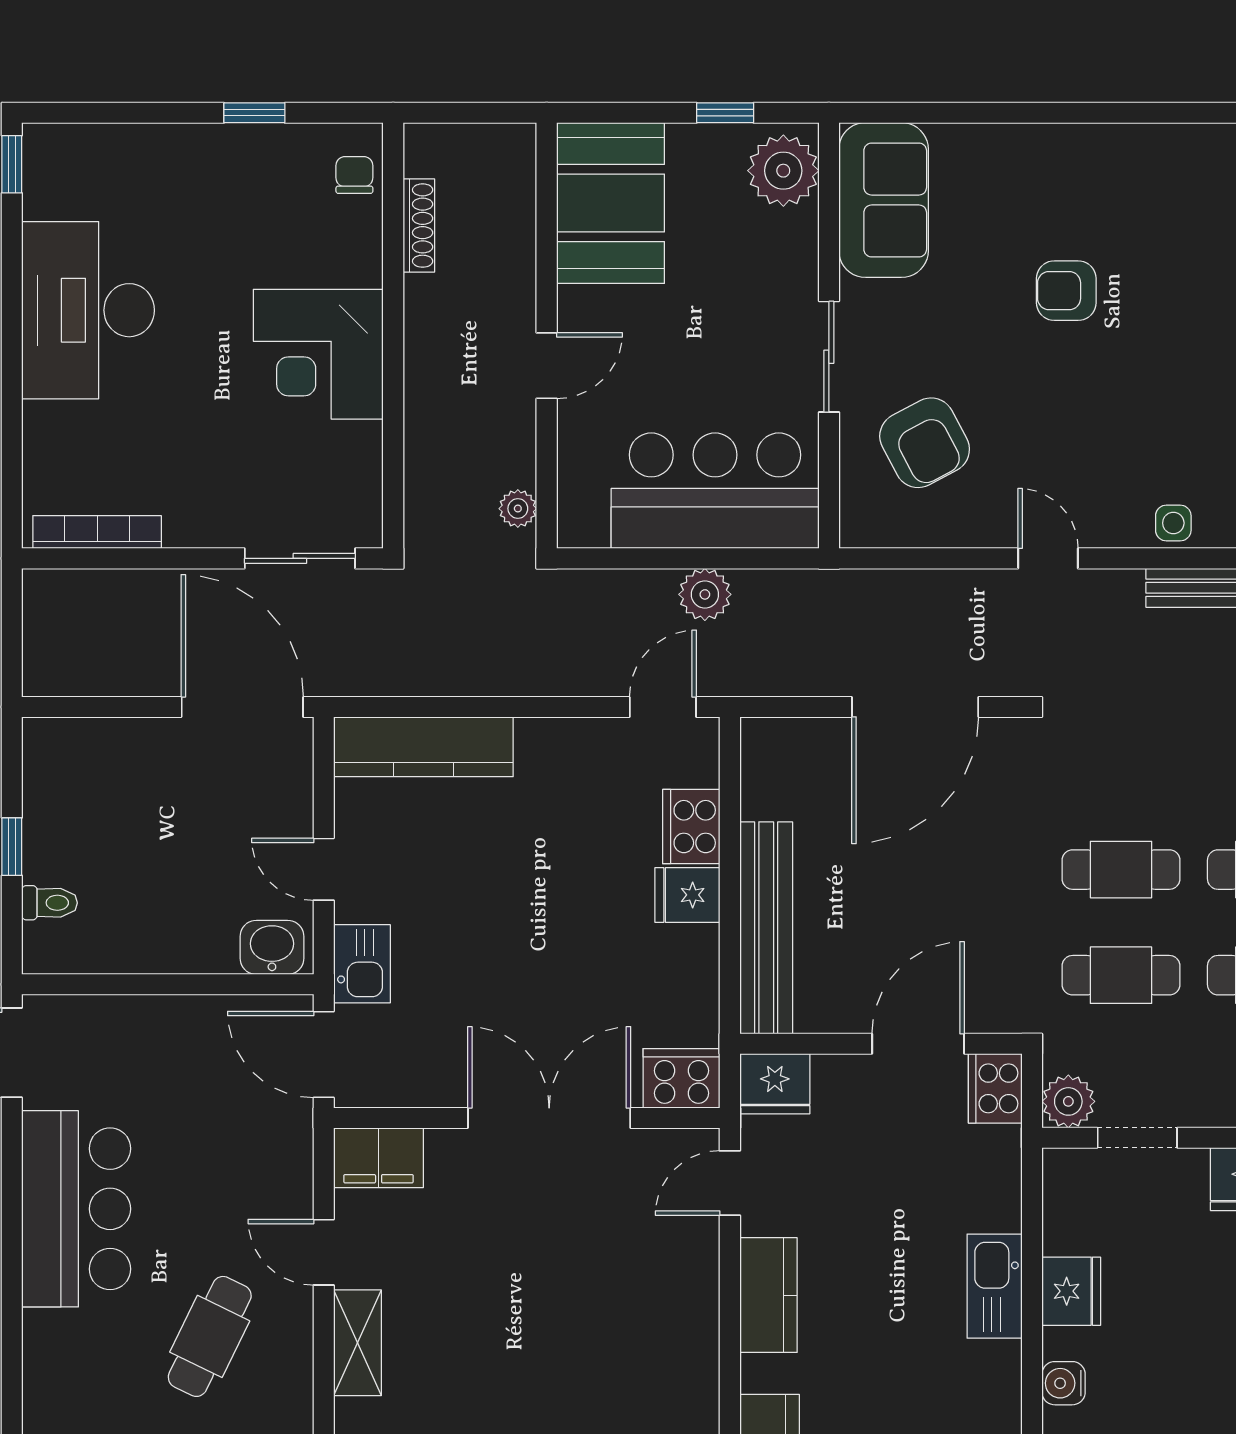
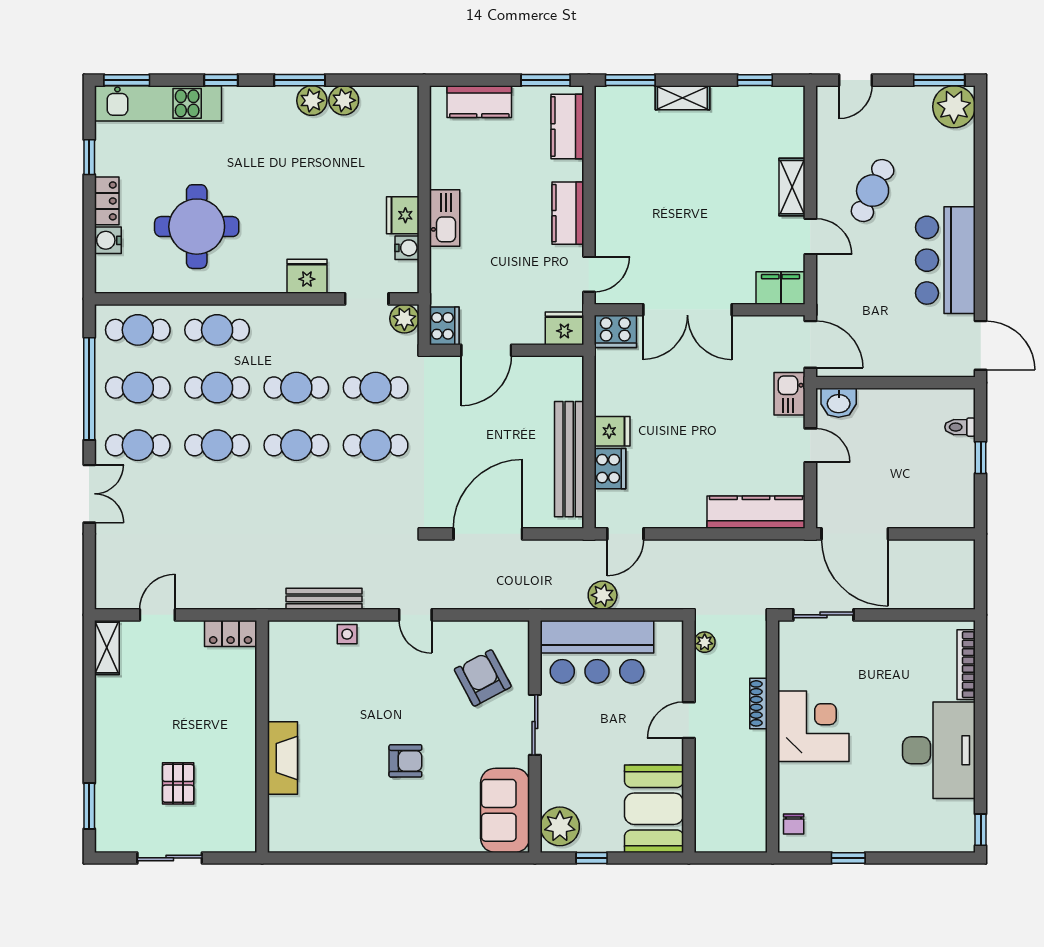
shoe rack: (419, 226) -> (759, 703), moved
bookcase: (97, 532) -> (966, 665), moved, turned 90
bench: (766, 928) -> (569, 459), moved
water cooler: (1064, 1383) -> (407, 248), moved

